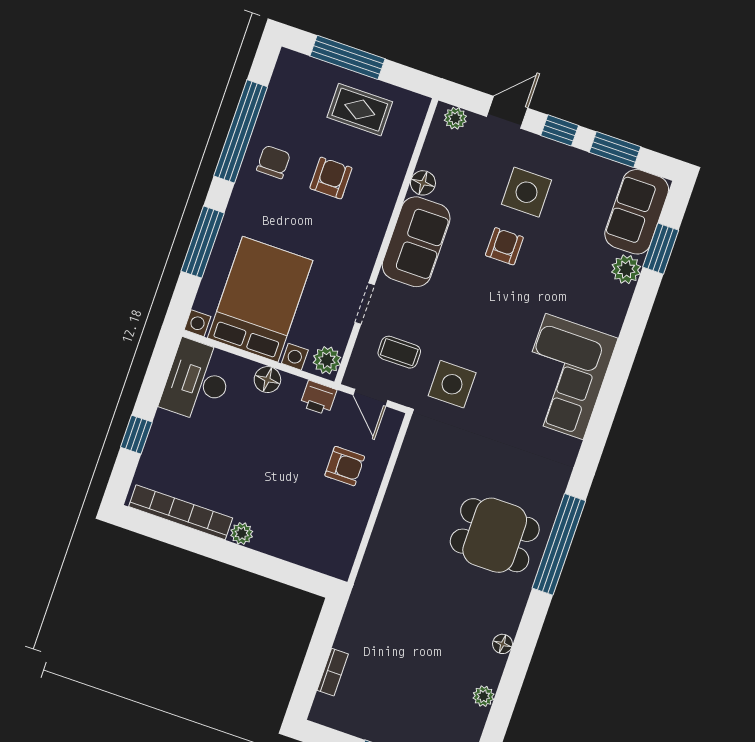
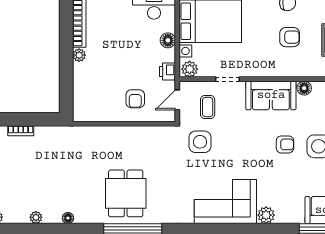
plant: (626, 269) -> (266, 215), moved

